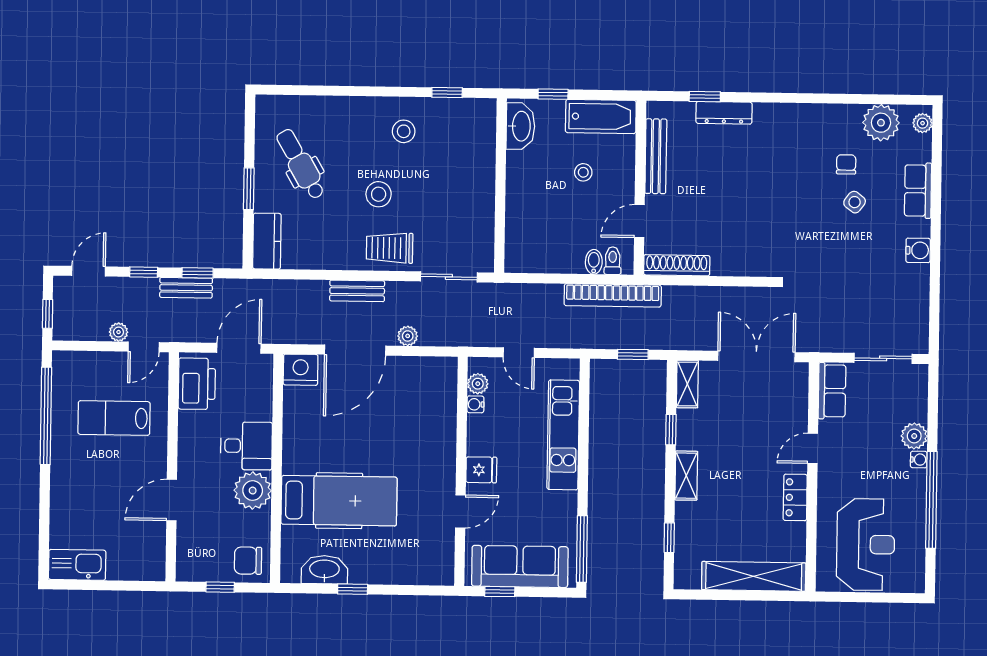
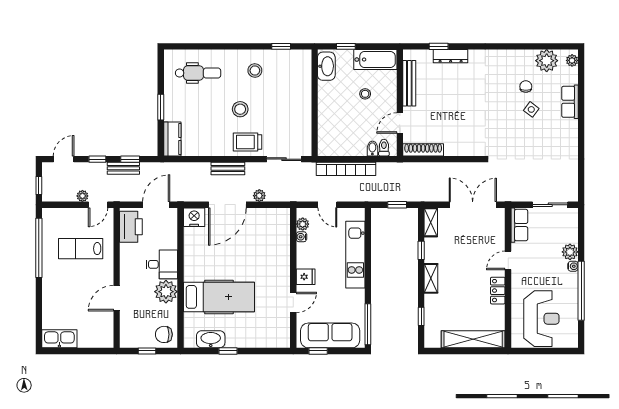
dental chair: (301, 164) -> (198, 73), moved, turned 120
water cooler: (918, 250) -> (571, 138), removed
bookcase: (613, 295) -> (346, 169), moved

